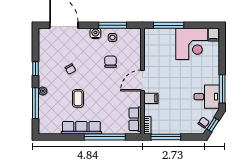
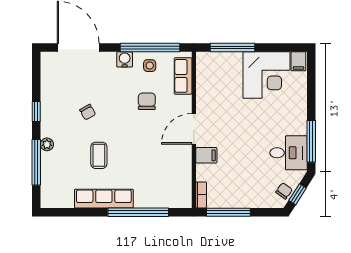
window: (113, 25) -> (150, 47), width x1.46
row of seats: (135, 119) -> (183, 76), moved

